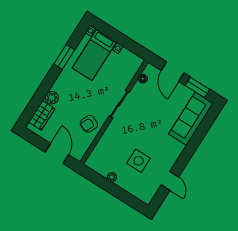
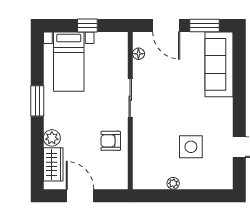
window: (121, 39) -> (87, 25), added
window: (64, 57) -> (37, 101), moved
armchair: (89, 124) -> (111, 141), turned 65
door: (57, 154) -> (80, 196), moved

